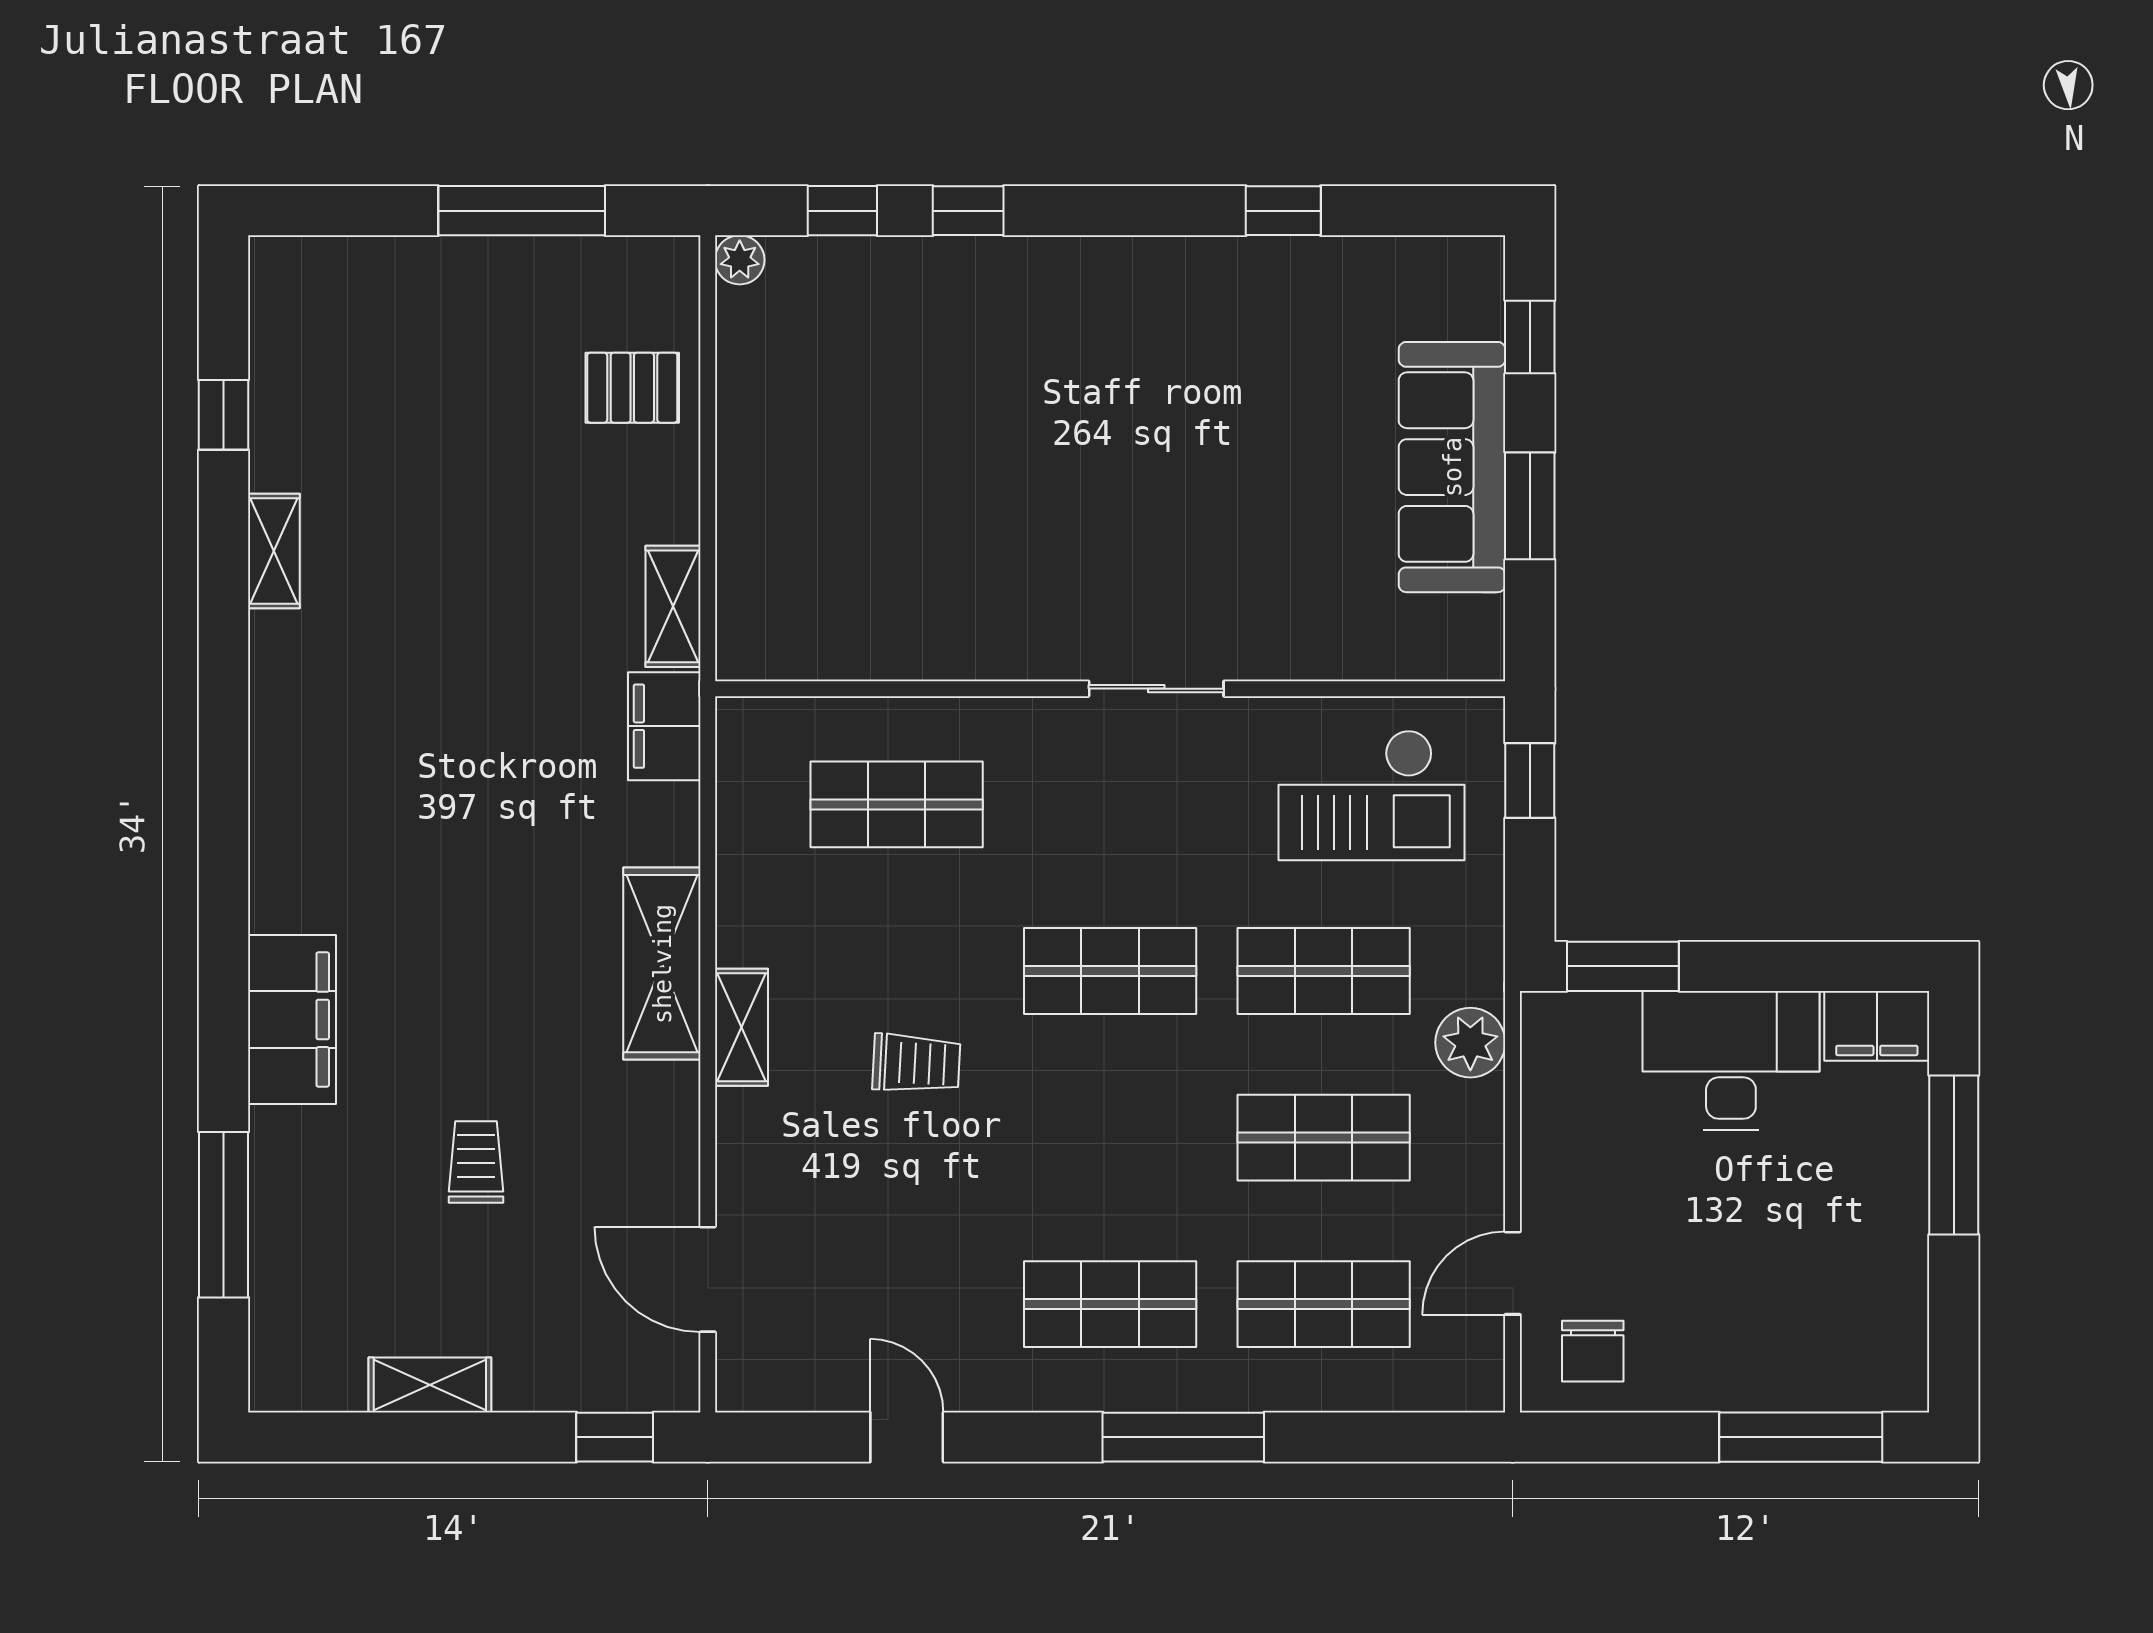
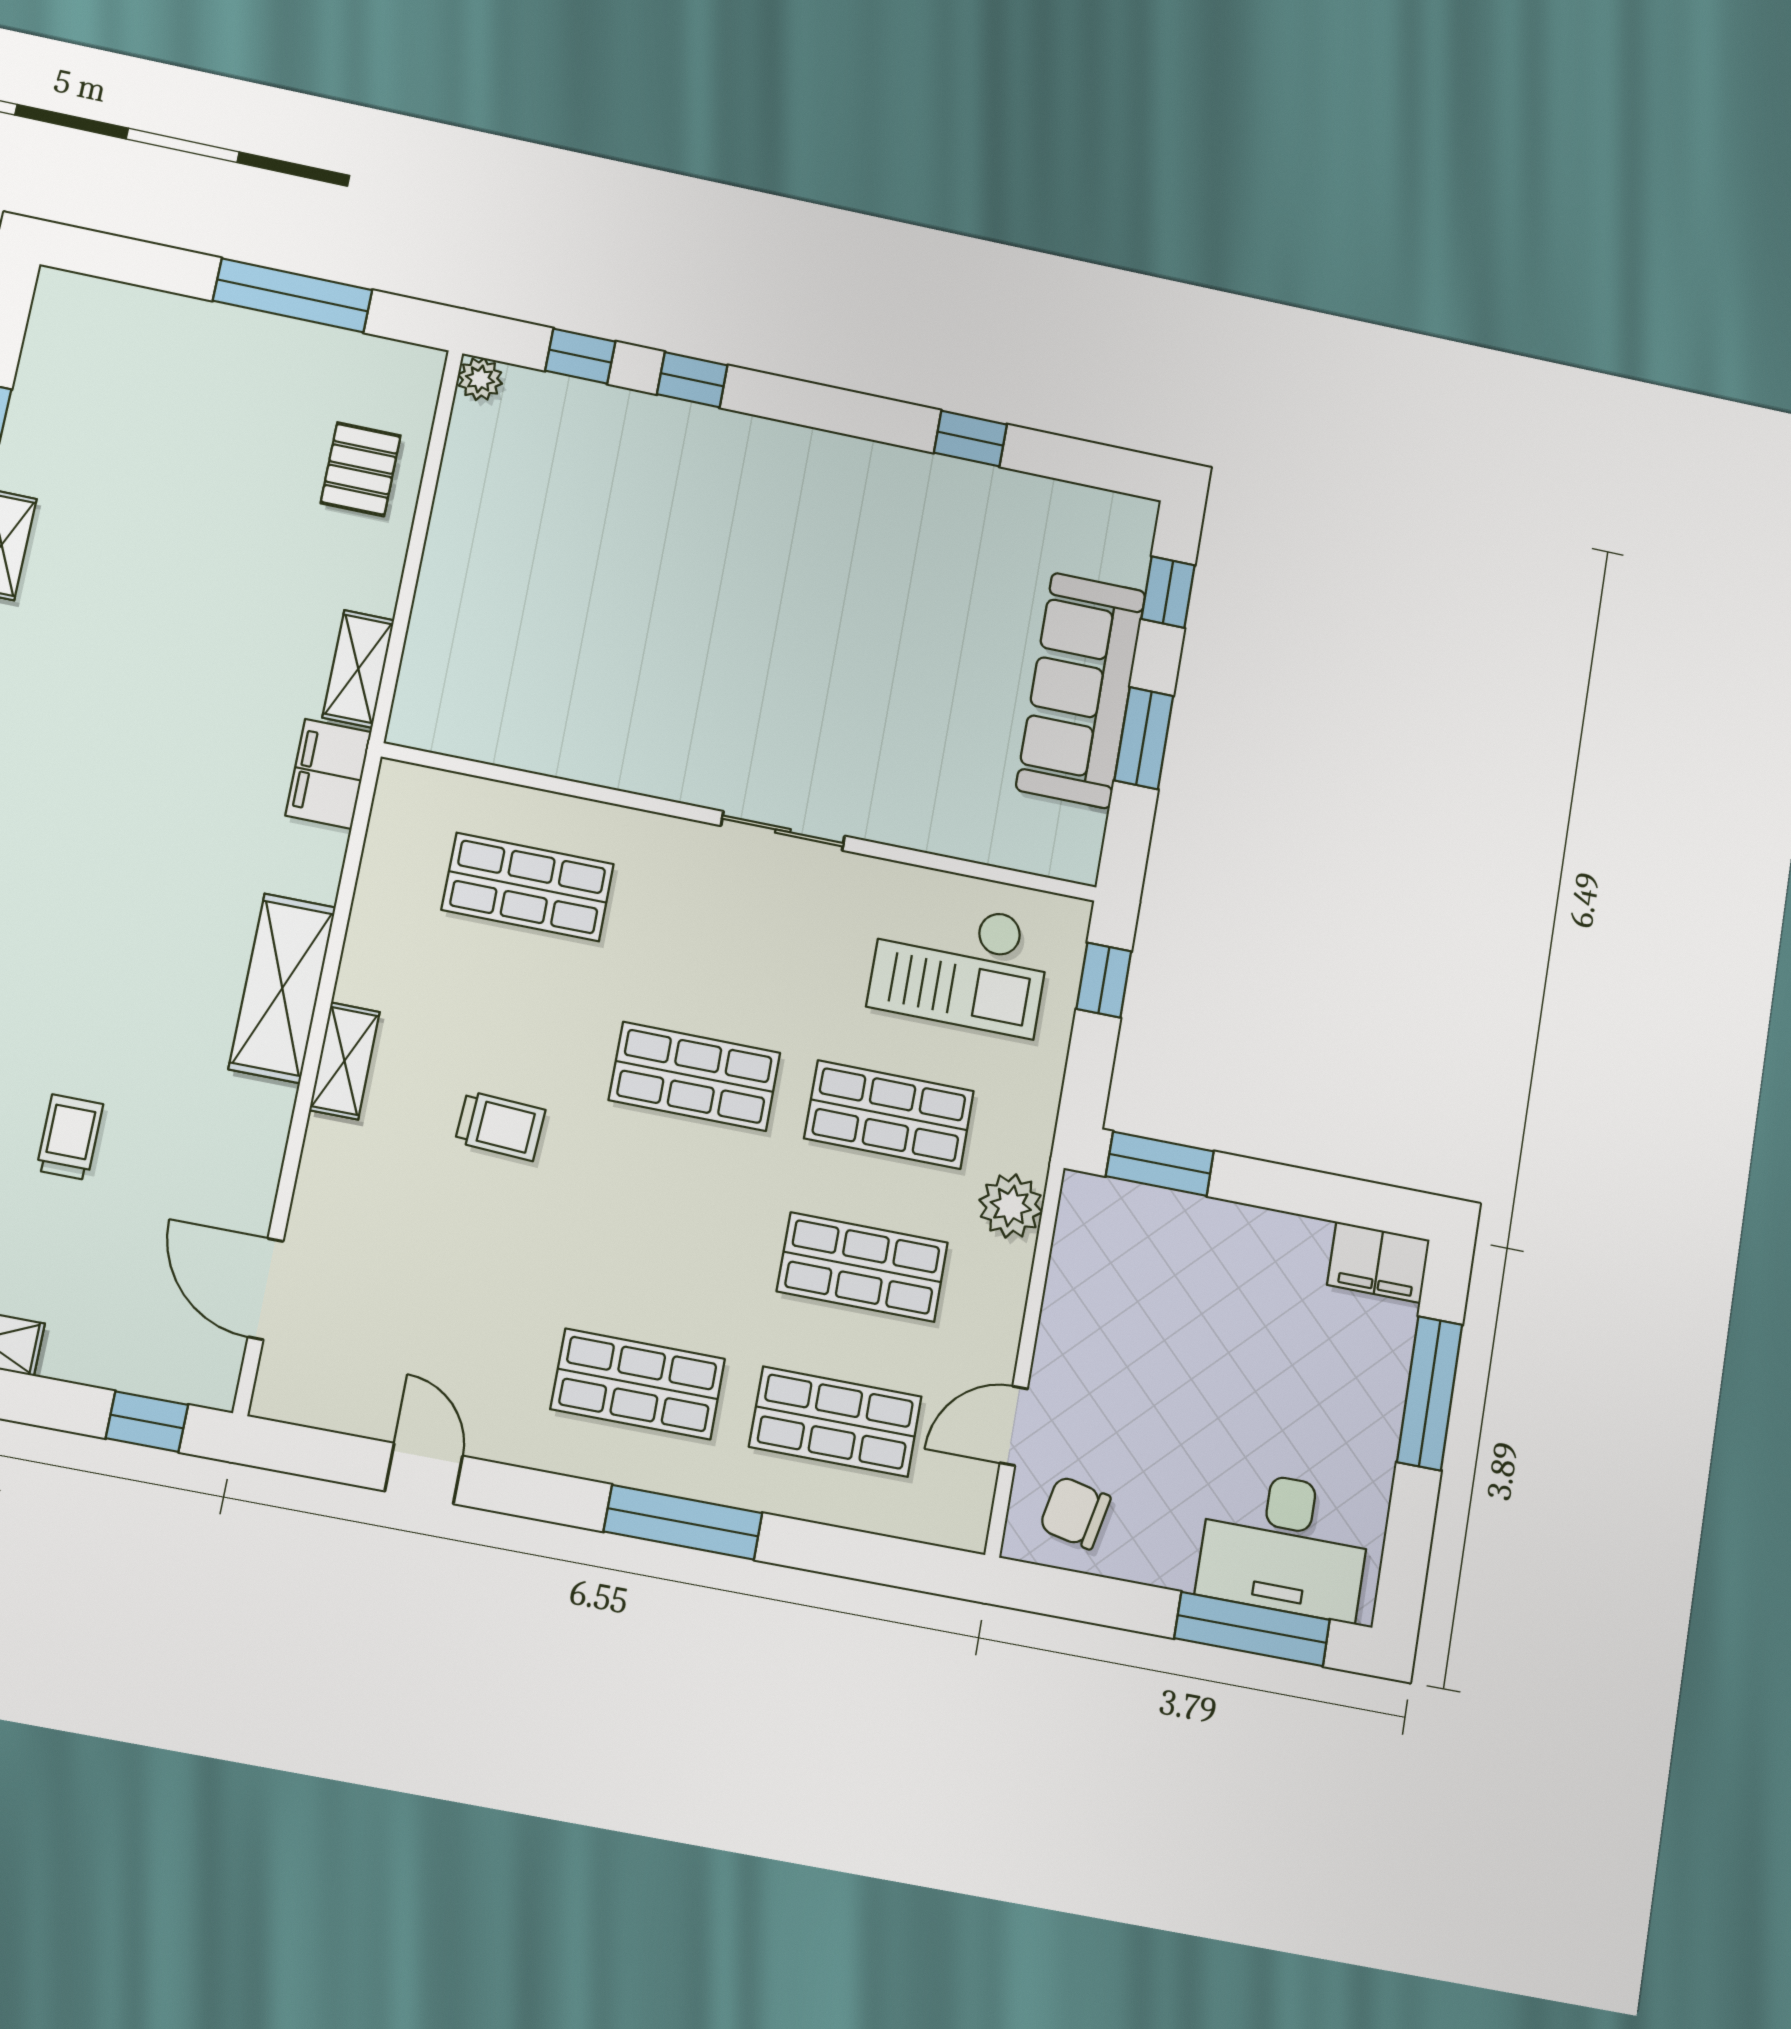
pallet: (632, 388) -> (361, 469), turned 90
desk: (1731, 1060) -> (1285, 1544), moved, turned 180
chair: (1593, 1351) -> (1075, 1513), turned 102

